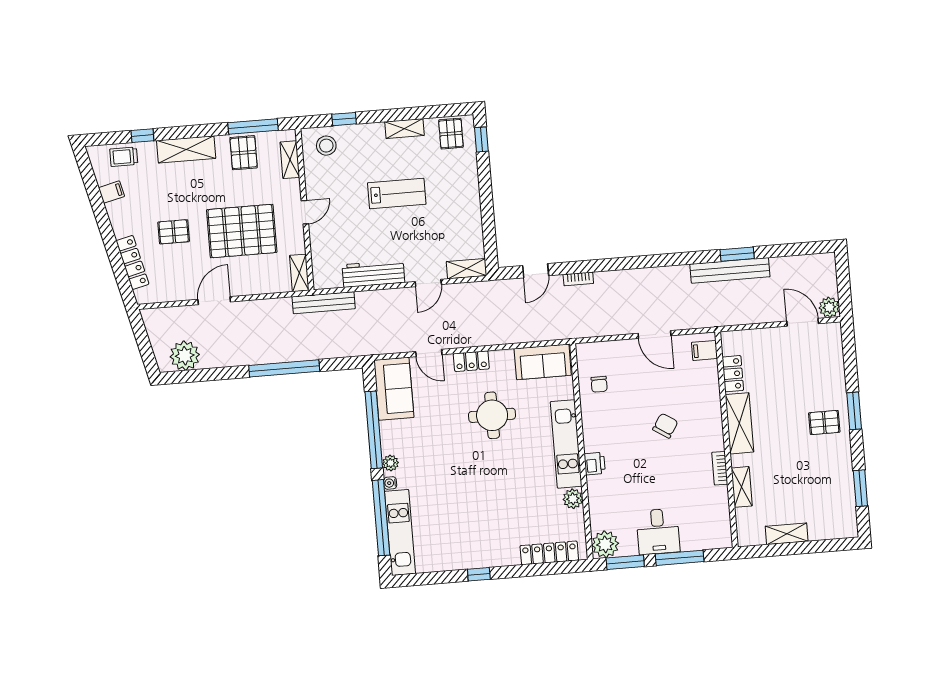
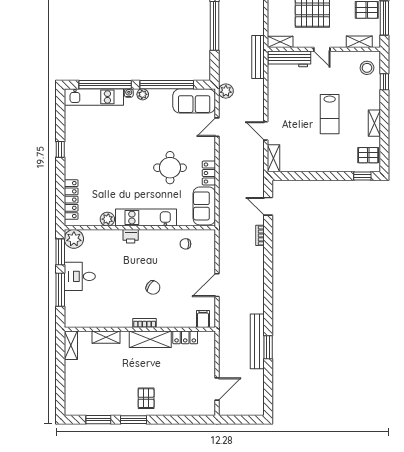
workbench: (373, 274) -> (289, 59), moved, turned 90
plant: (829, 307) -> (226, 91), moved
locker: (471, 361) -> (209, 173), moved
window: (854, 411) -> (133, 420), moved
bookcase: (720, 468) -> (145, 323), moved
shelving: (787, 534) -> (71, 345), moved

